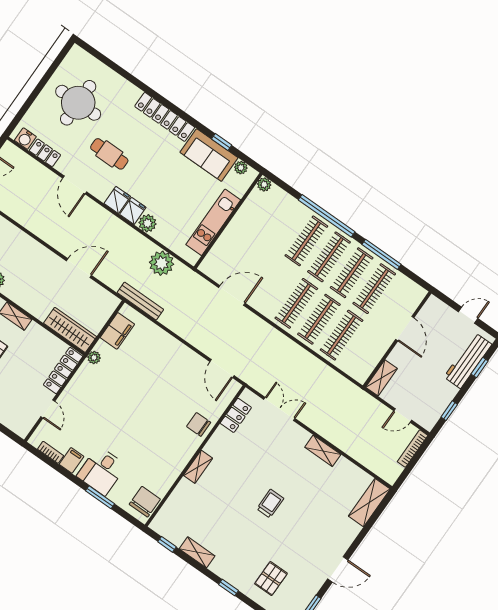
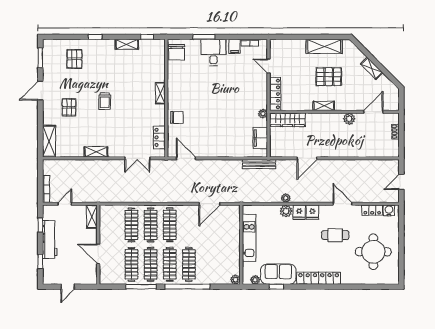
plant: (162, 263) -> (286, 198), moved, width x0.53, depth x0.53
workbench: (468, 361) -> (50, 240), moved
pallet: (318, 526) -> (69, 107), added

